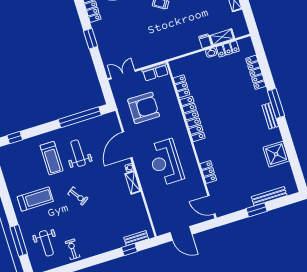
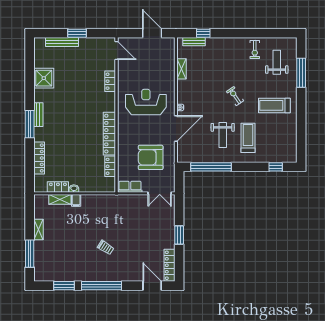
reception desk: (166, 162) -> (146, 102), turned -90
shelving: (133, 183) -> (182, 69), moved

